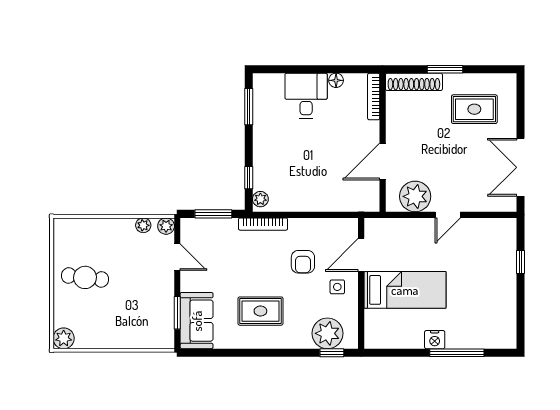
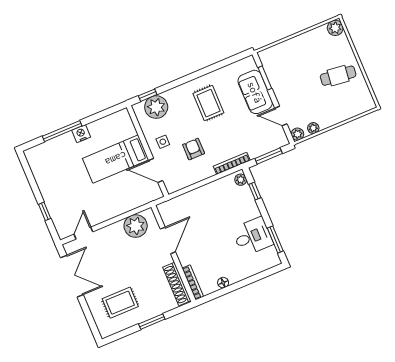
shoe rack: (414, 82) -> (177, 284), moved, turned -90
desk: (306, 96) -> (253, 236), moved, turned -90
door: (448, 215) -> (83, 233), moved
door: (361, 255) -> (156, 170), swing flipped
rug: (260, 311) -> (208, 103), turned 90
sofa: (197, 321) -> (255, 92), moved

